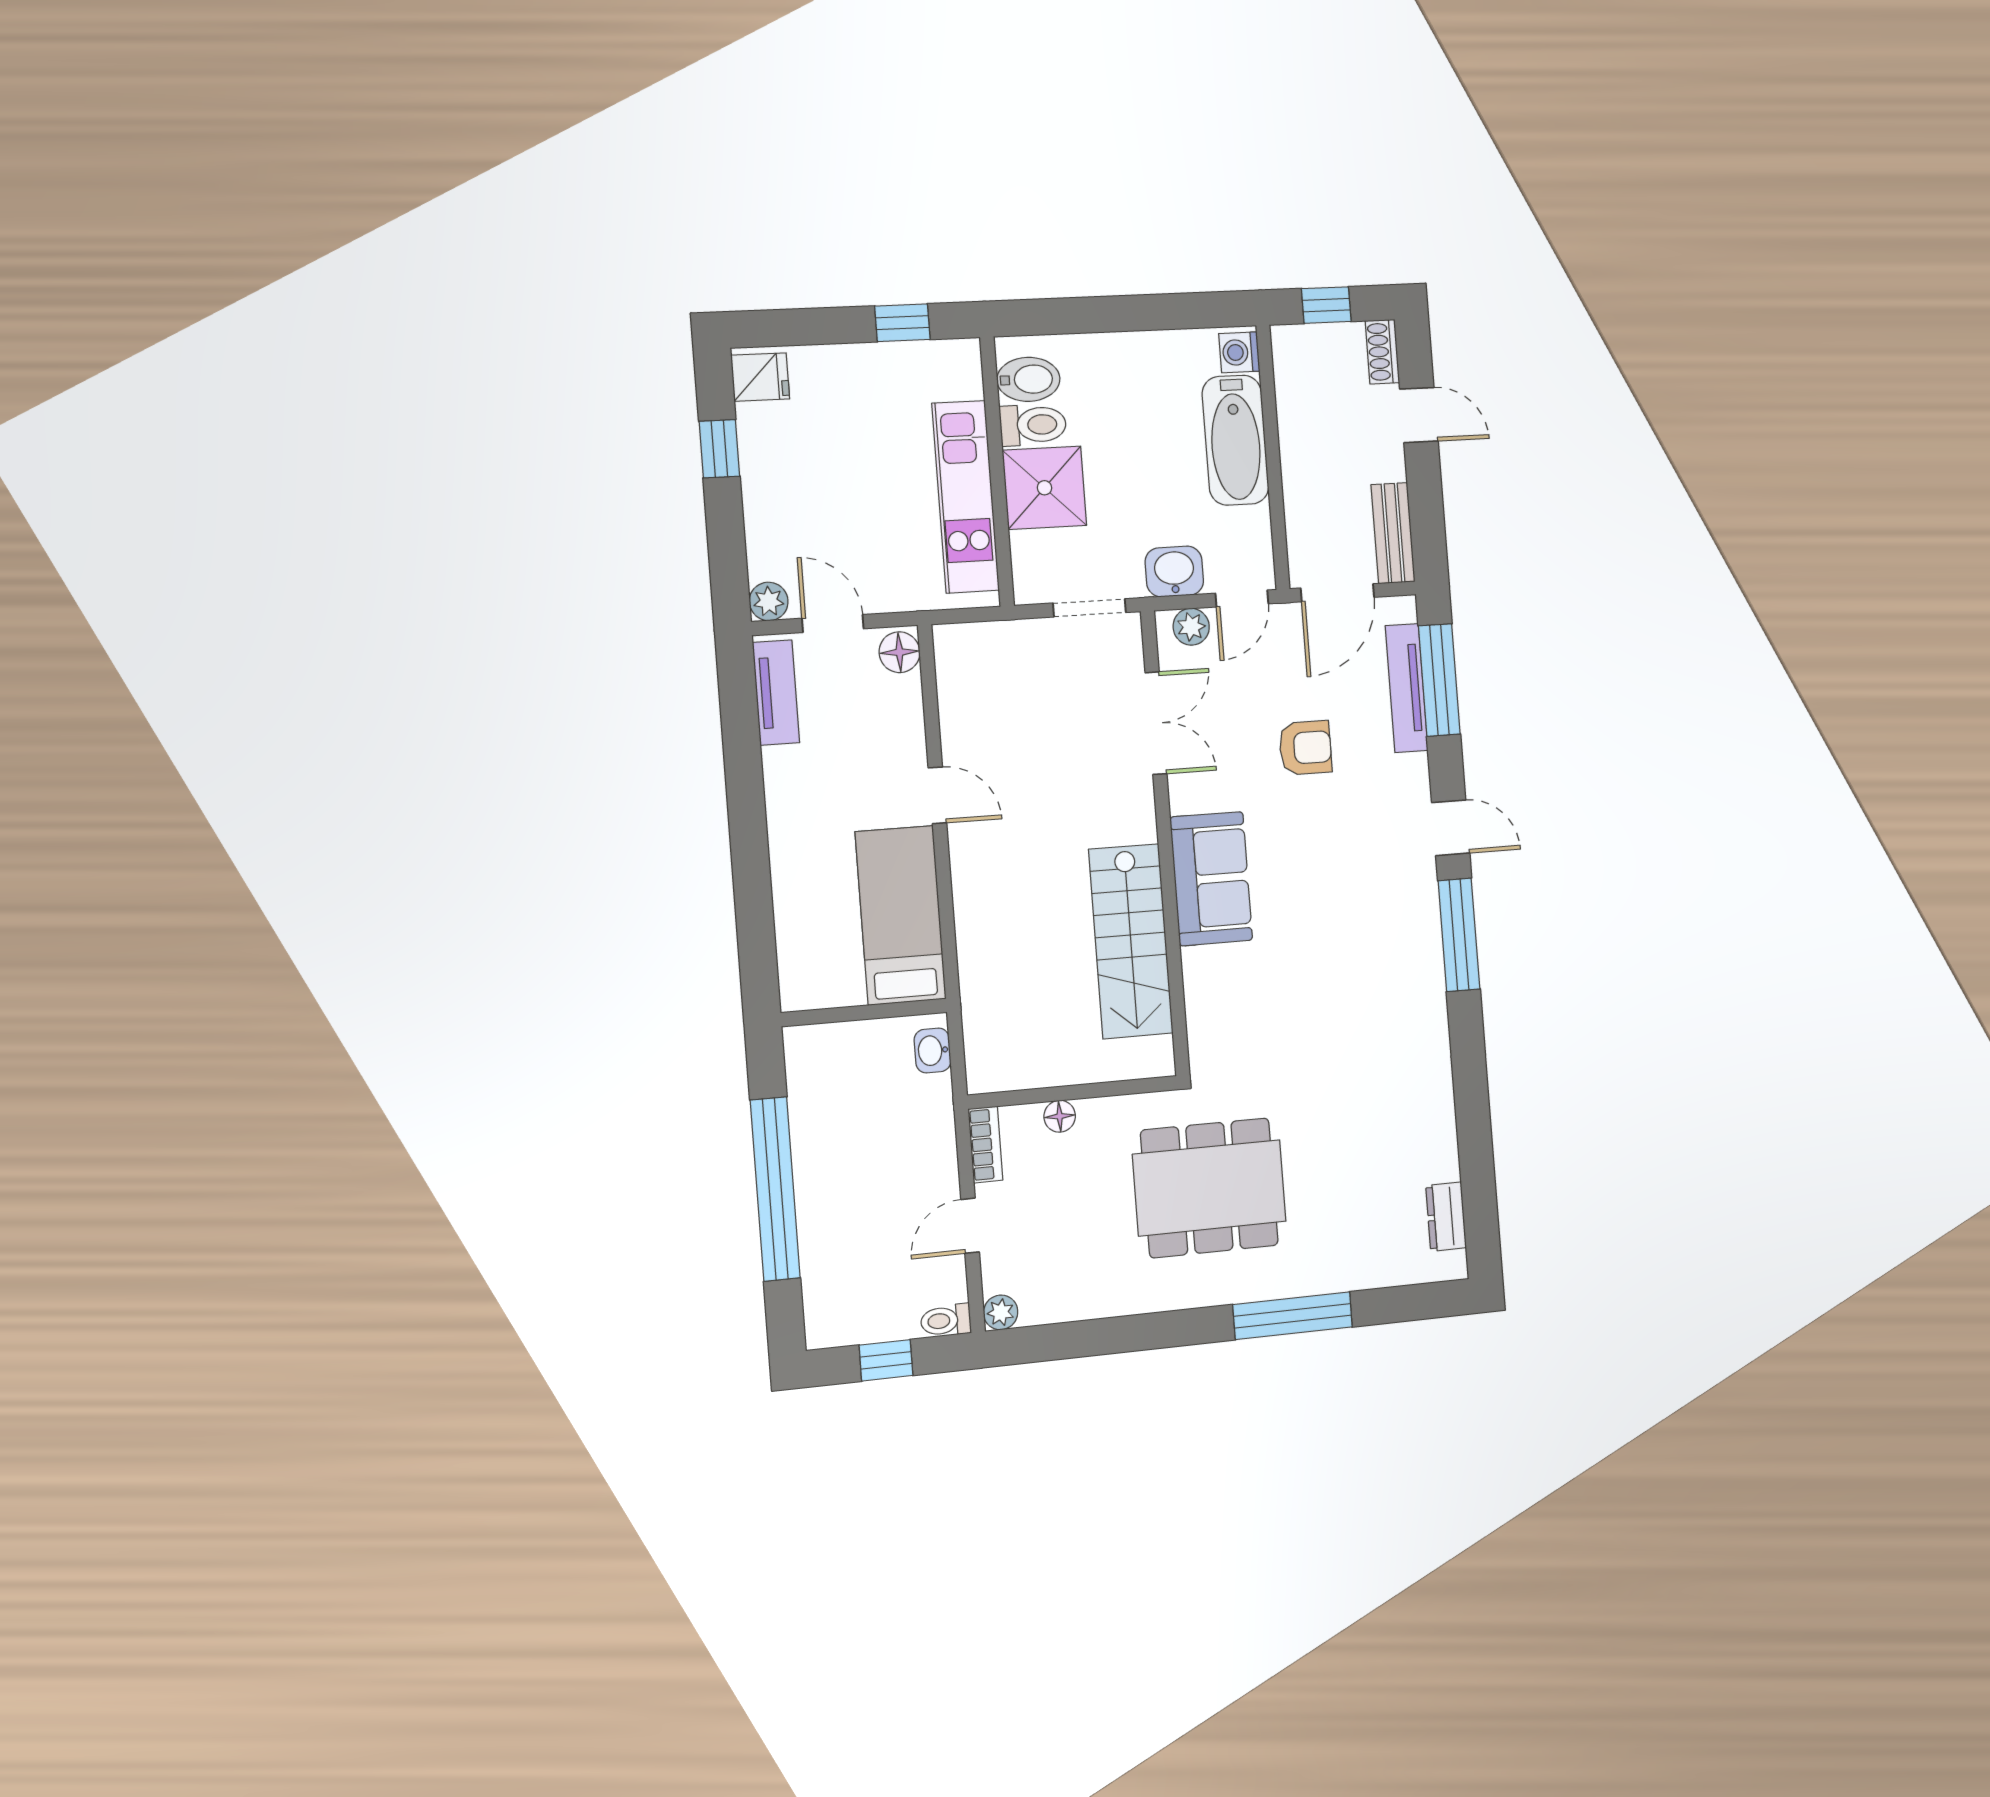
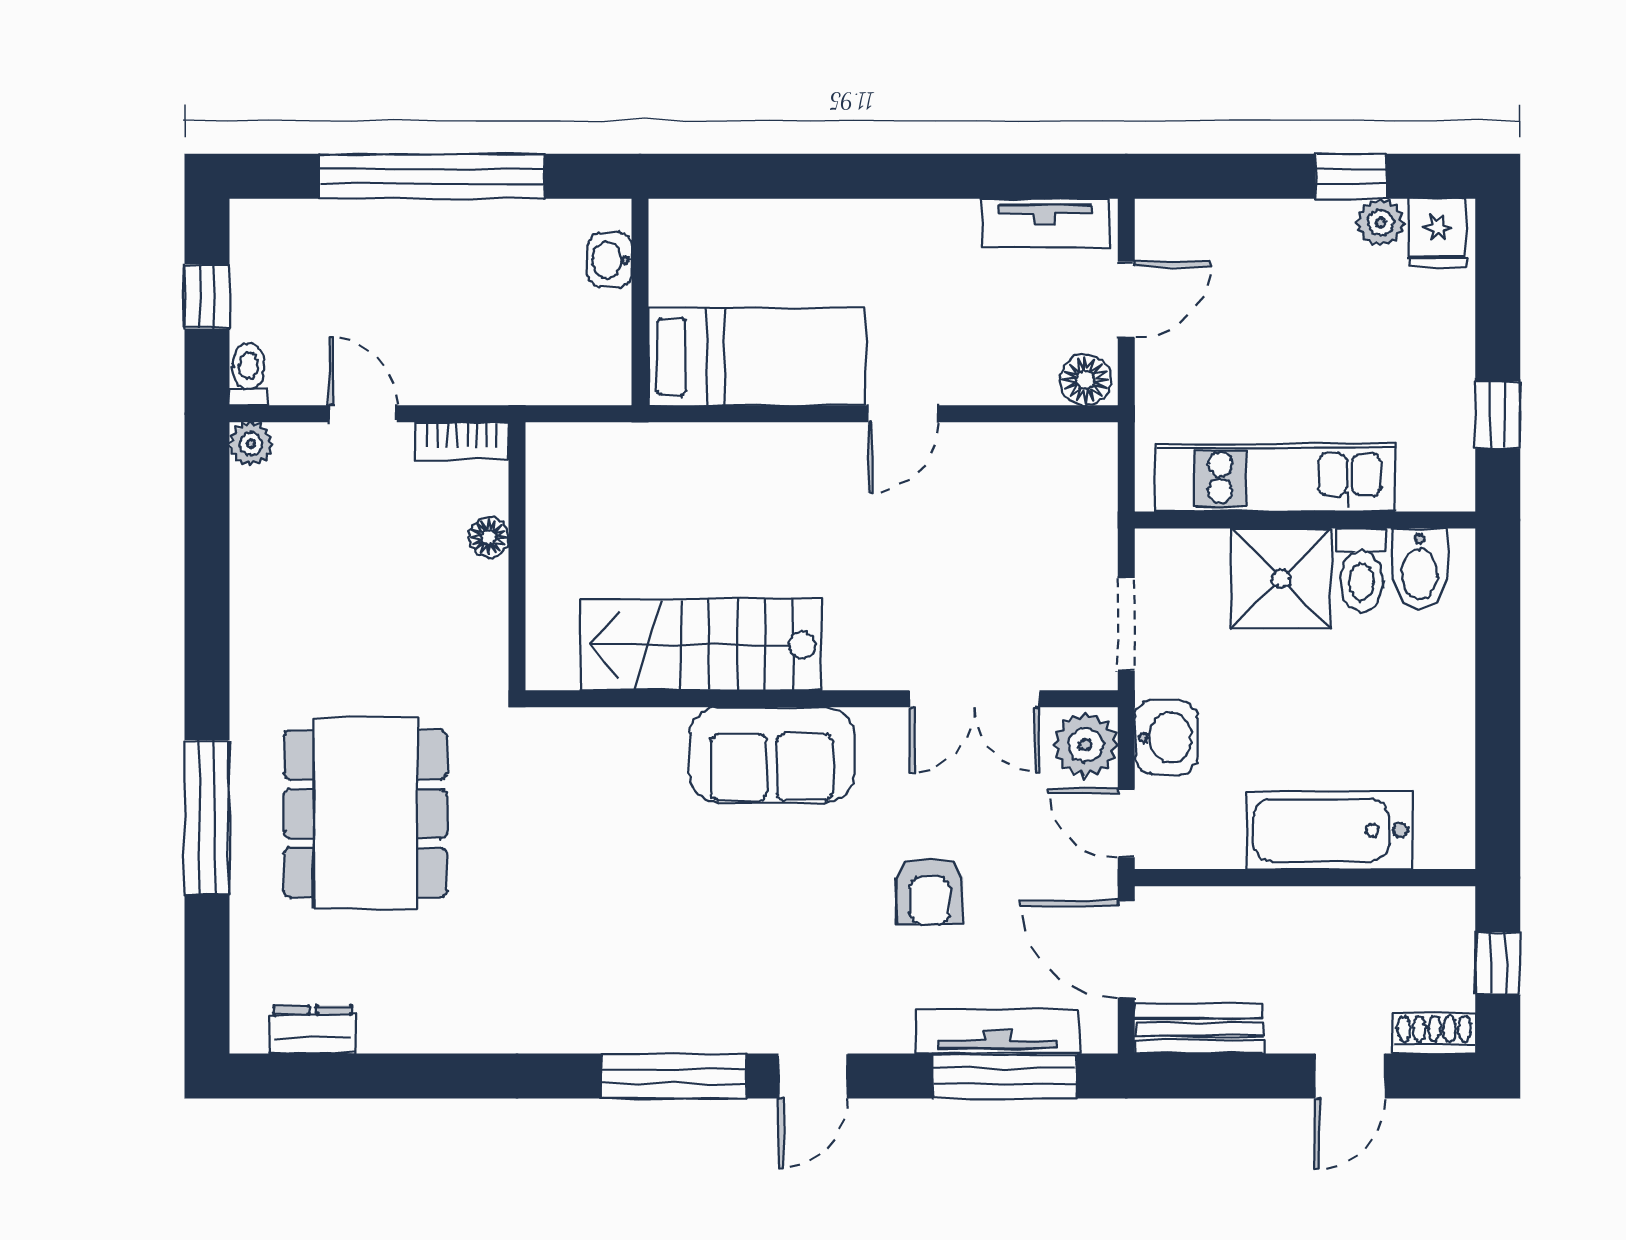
washing machine: (1239, 352) -> (1442, 844), removed
plant: (769, 601) -> (1380, 223), moved
plant: (1191, 627) -> (1085, 745), width x1.38, depth x1.38
washbasin: (933, 1050) -> (610, 260), moved, turned -90
dining table: (1209, 1188) -> (365, 814), moved

